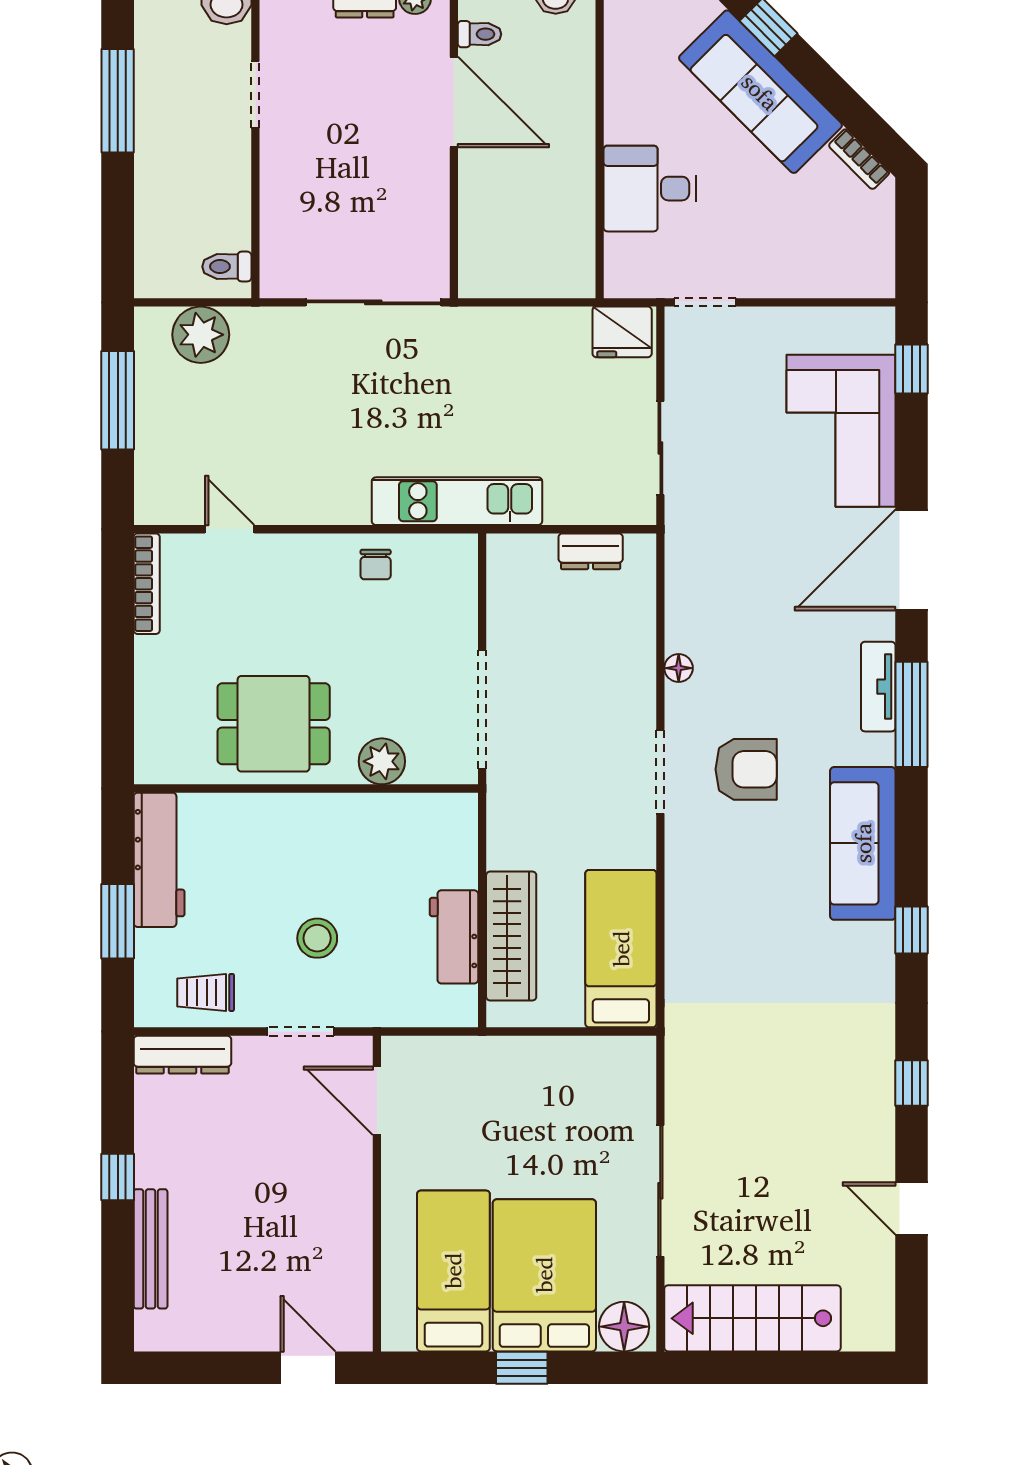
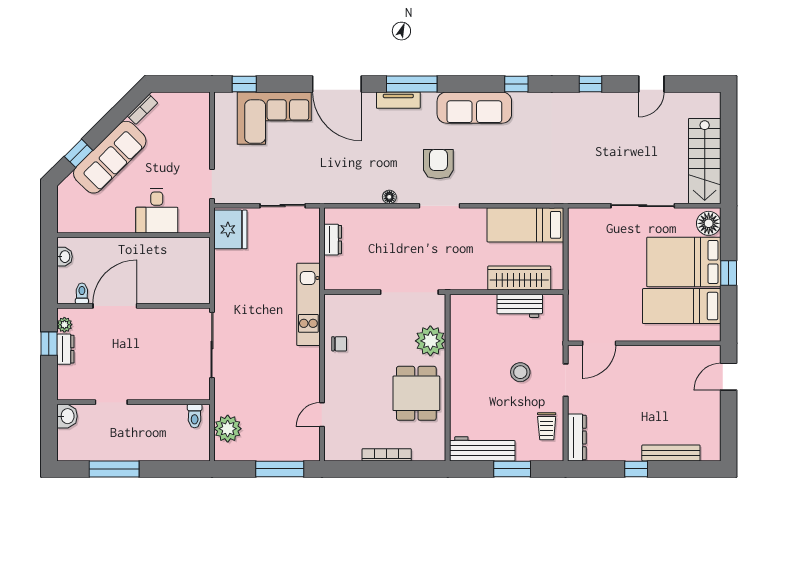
fridge: (622, 332) -> (230, 229), width x1.36, depth x1.34
window: (118, 400) -> (280, 469), moved
bookcase: (147, 584) -> (387, 455), moved
plant: (382, 761) -> (430, 341), width x1.36, depth x1.36

